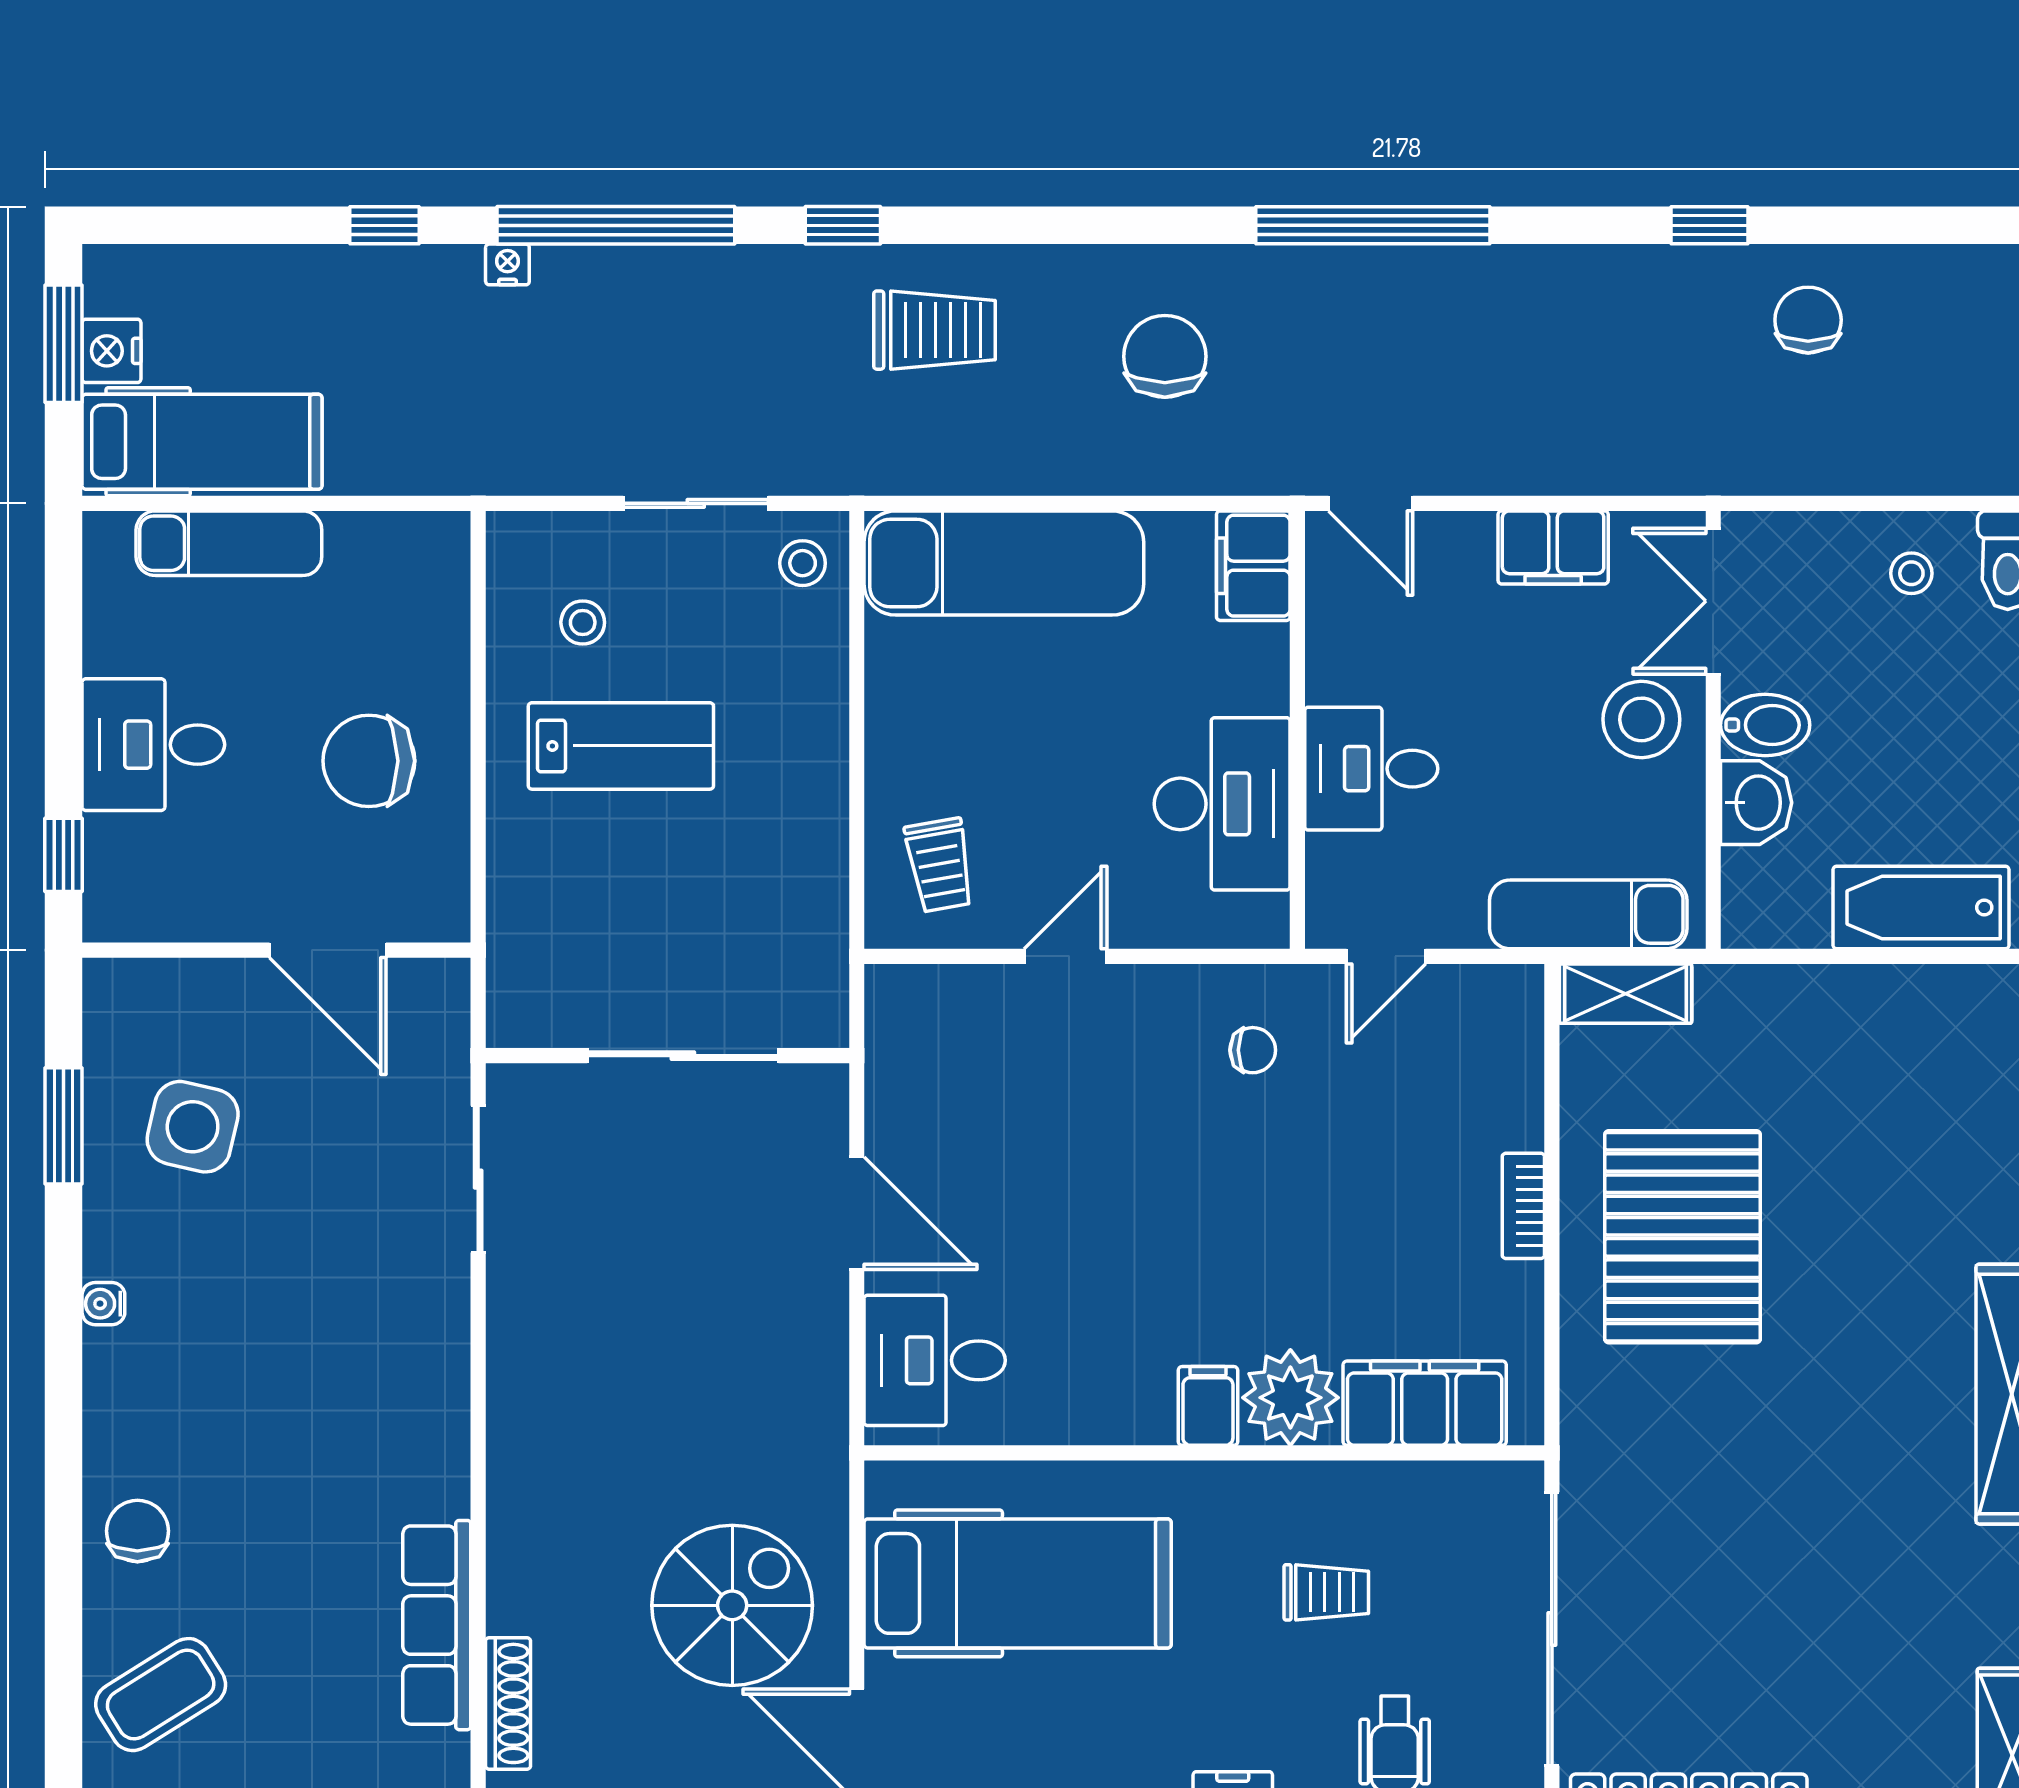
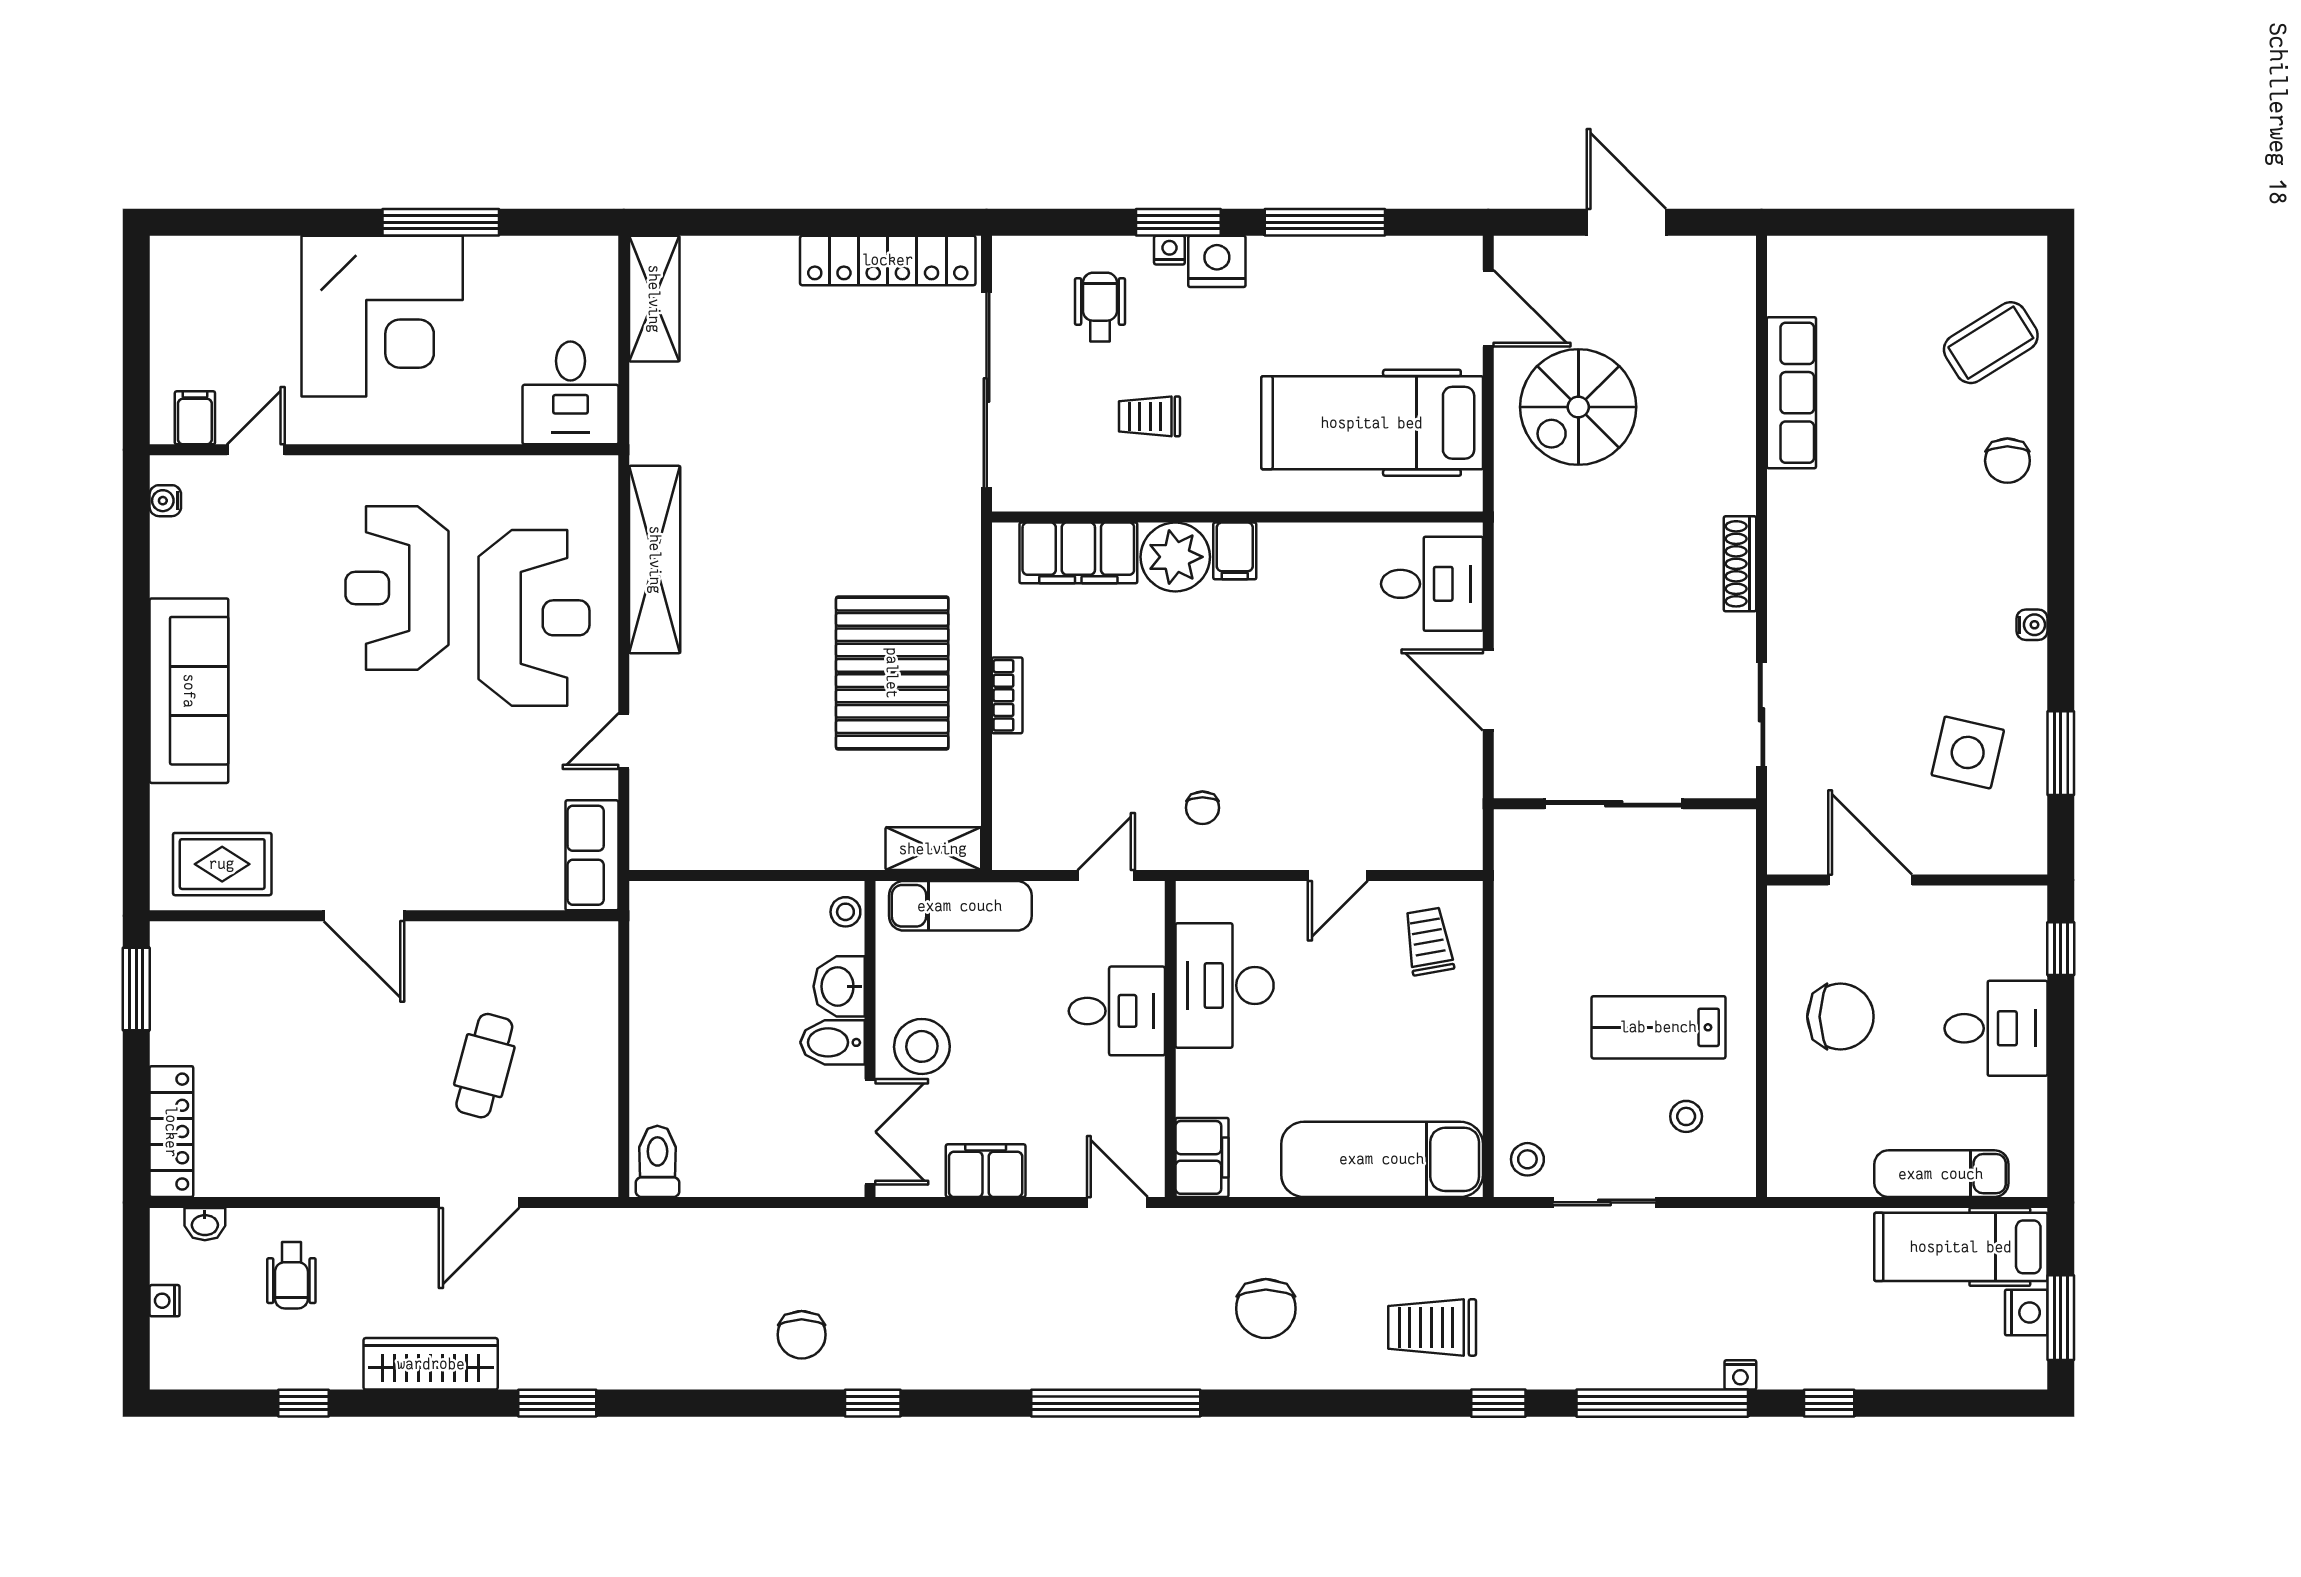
stool: (1911, 573) -> (845, 912), moved
bathtub: (1921, 907) -> (720, 911), removed
chair: (1253, 1050) -> (1202, 808), turned -90
shoe rack: (508, 1703) -> (1740, 564), moved

